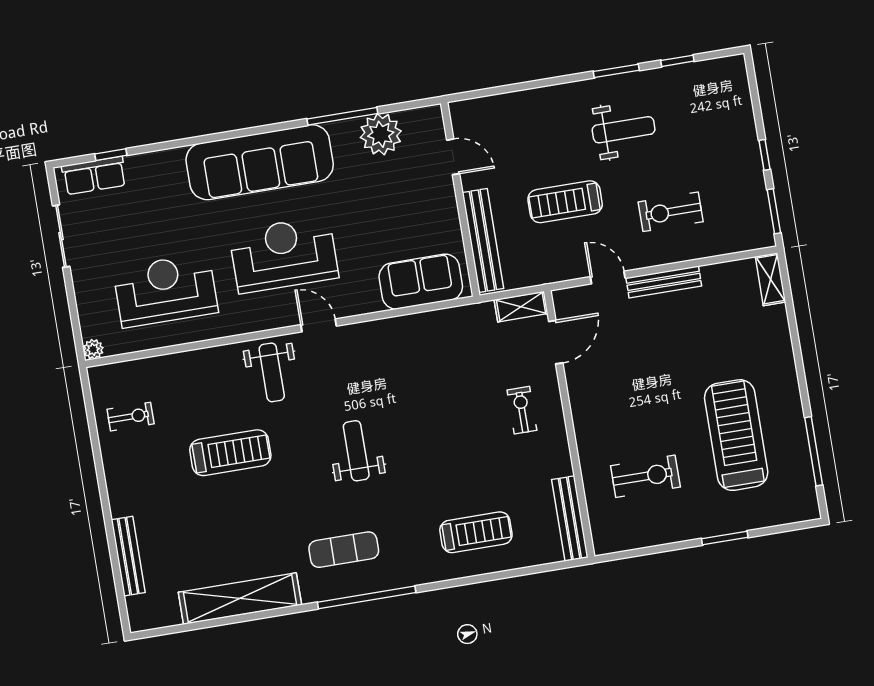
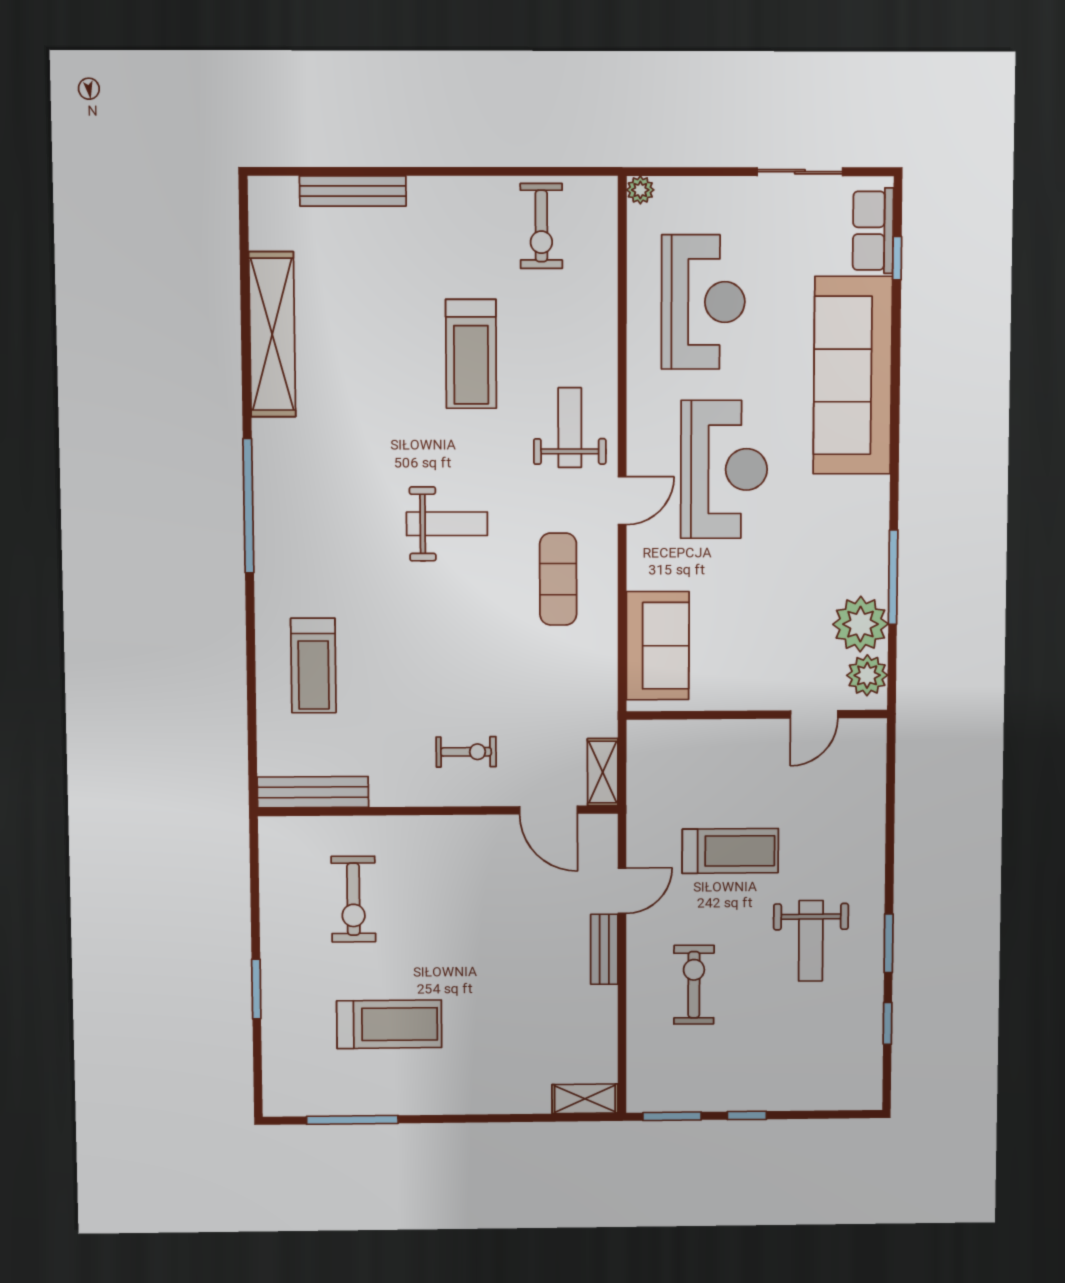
plant: (418, 123) -> (867, 675), added
sofa: (260, 162) -> (853, 375), moved
treadmill: (565, 202) -> (730, 851), turned 90
bench: (483, 240) -> (698, 736), removed
bench: (664, 282) -> (604, 949), width x0.73
weight bench: (272, 372) -> (570, 428), turned 90
exercise bike: (131, 417) -> (541, 226), width x1.38, depth x1.39
treadmill: (736, 435) -> (389, 1024), width x0.73, depth x0.73
exercise mat: (344, 550) -> (558, 579), moved

